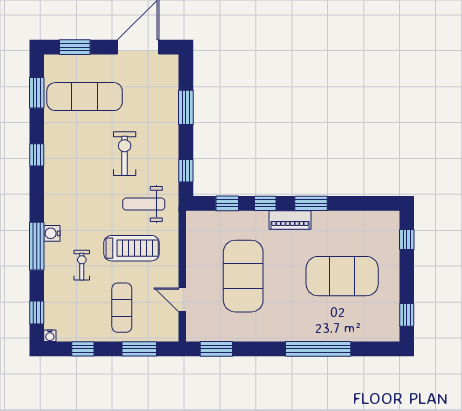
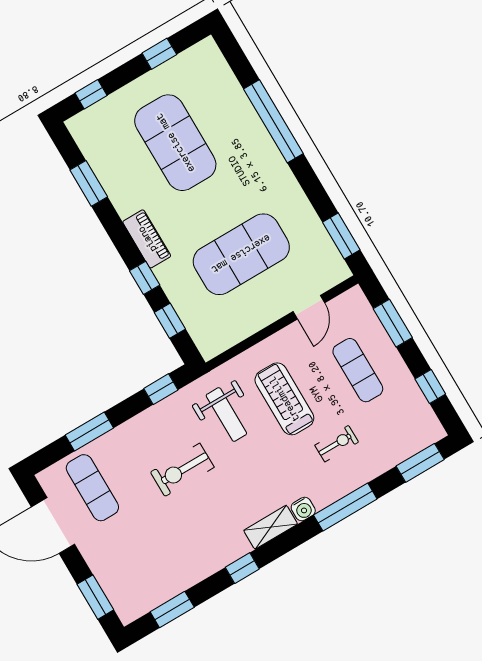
exercise mat: (85, 97) -> (92, 488), moved, width x0.73, depth x0.69
shelving: (53, 189) -> (271, 527), added
window: (311, 203) -> (89, 183), moved
water cooler: (52, 233) -> (303, 509), moved
exercise bike: (82, 265) -> (337, 444), turned 180
exercise mat: (122, 308) -> (358, 370), turned 90
window: (37, 313) -> (420, 463), width x1.50
window: (407, 315) -> (159, 54), moved
water cooler: (50, 336) -> (438, 433), removed

